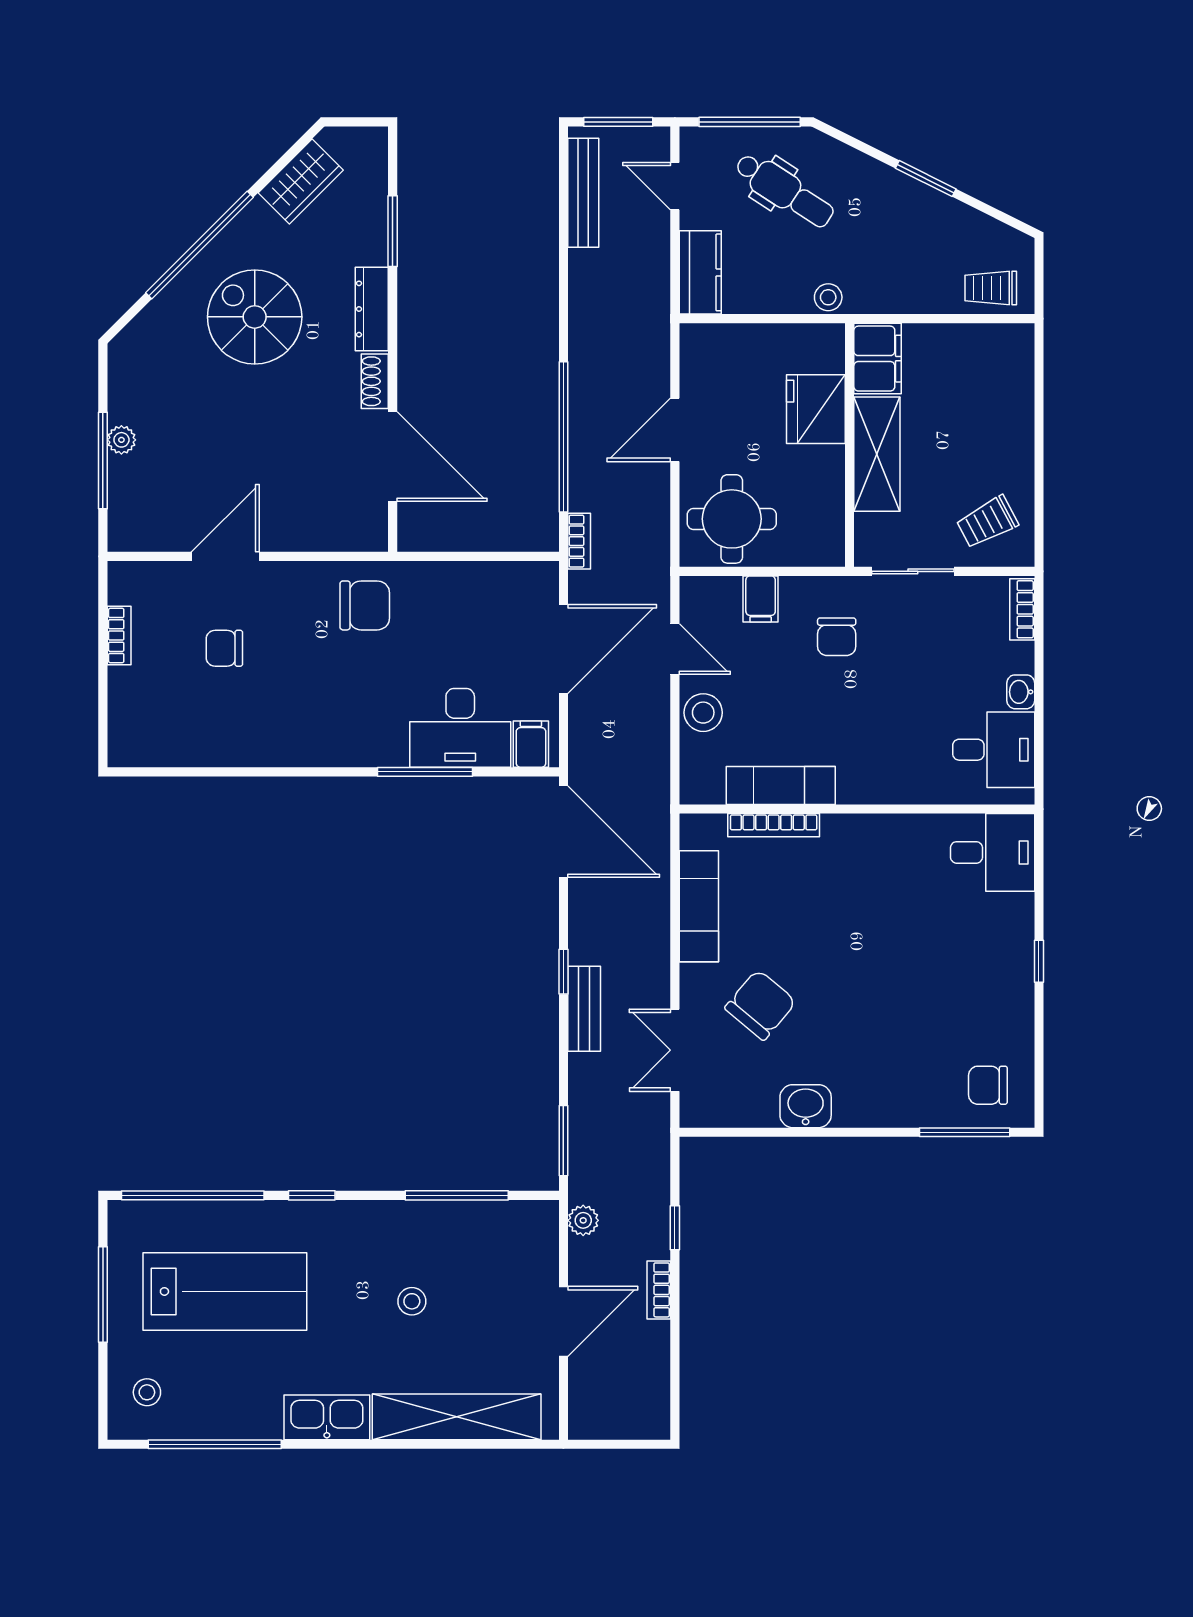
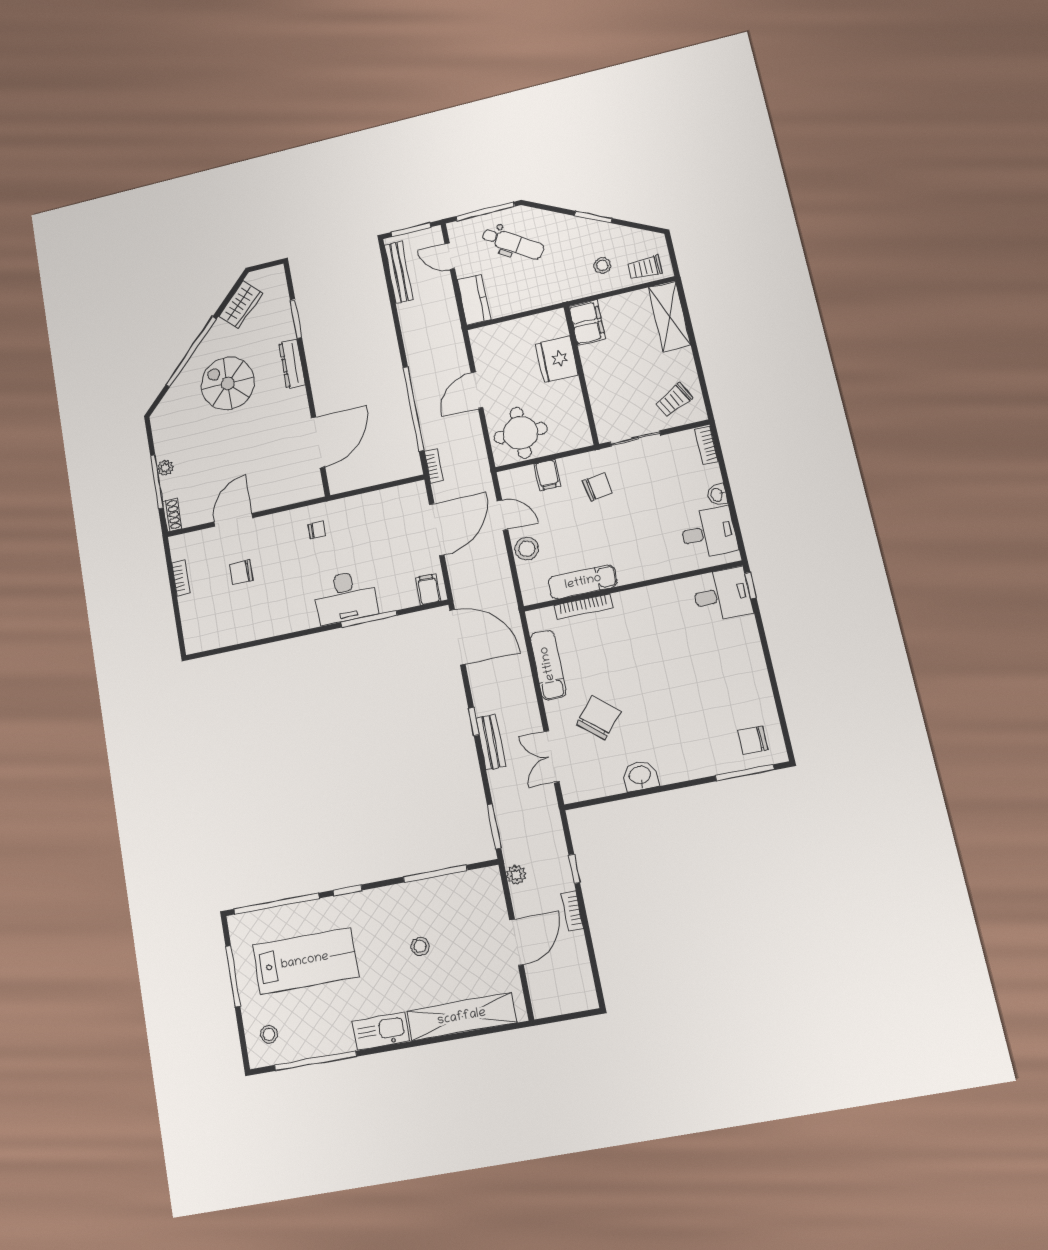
stool: (828, 297) -> (602, 265), moved
shoe rack: (375, 381) -> (172, 515), moved, turned 180
shelving: (877, 454) -> (669, 316), moved
door: (393, 457) -> (318, 442), hinge flipped
chair: (365, 605) -> (317, 530), width x0.54, depth x0.54
chair: (837, 637) -> (598, 487), turned -100
desk: (460, 728) -> (346, 597), moved
window: (1039, 961) -> (751, 585), moved

